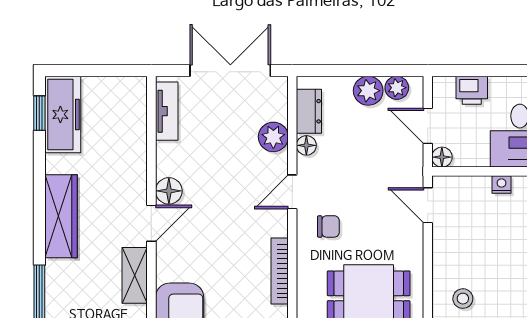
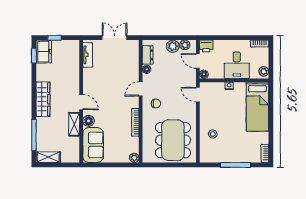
window: (88, 71) -> (54, 38), added
double door: (230, 71) -> (115, 38), width x0.73
printer: (472, 90) -> (206, 46), moved
freezer: (63, 114) -> (44, 52), width x0.71
plant: (273, 137) -> (133, 66), removed
floor lamp: (169, 191) -> (89, 121), moved
door: (151, 223) -> (81, 102), hinge flipped

